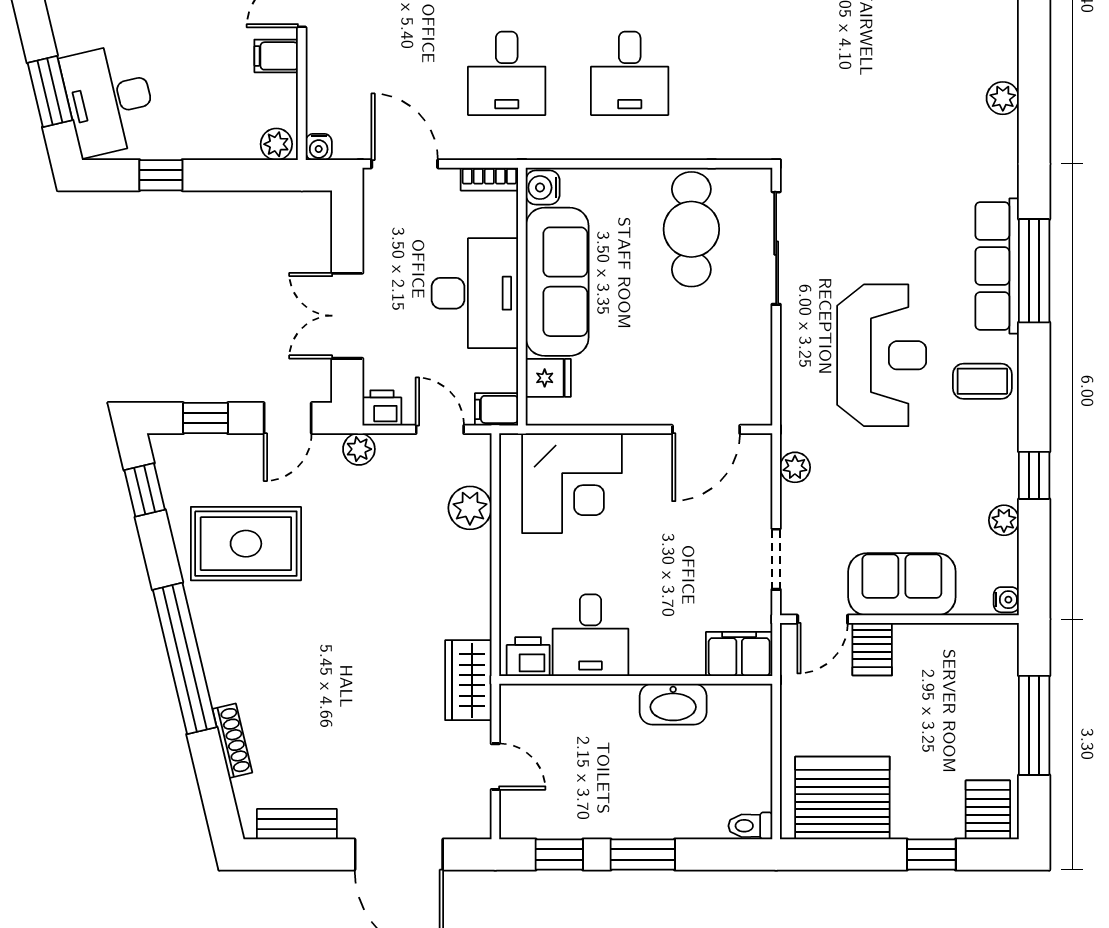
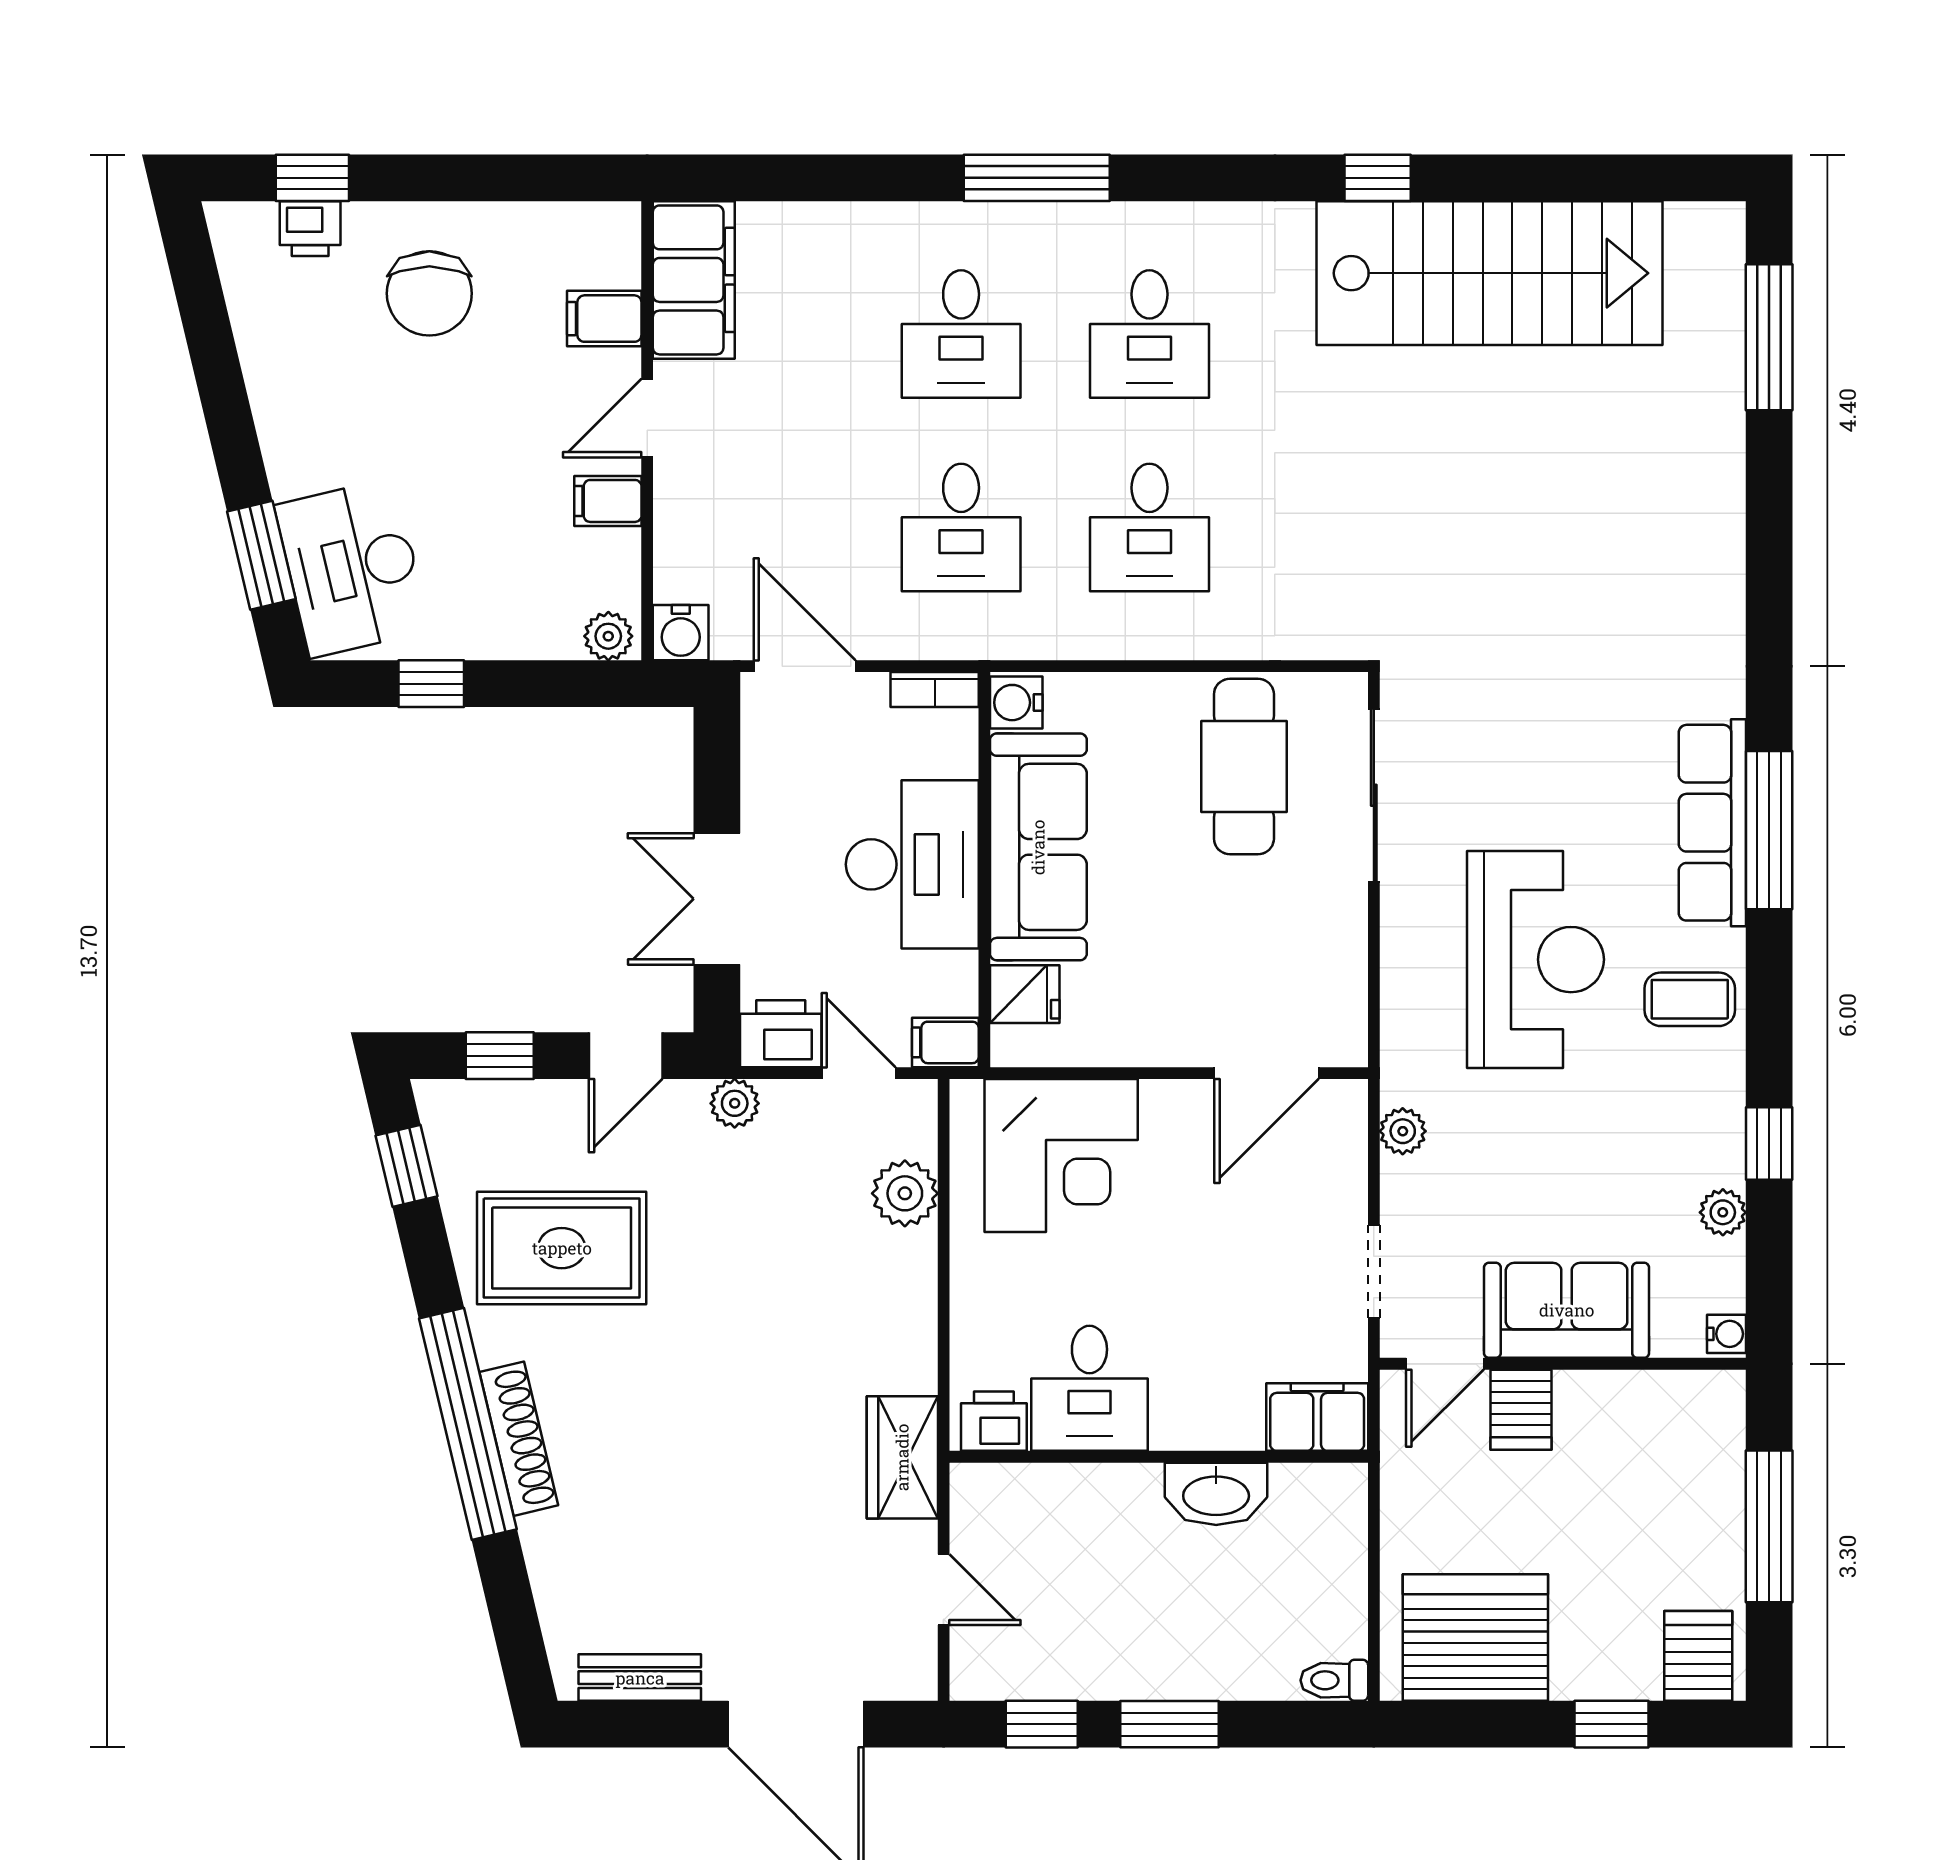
plant: (1003, 98) -> (1721, 566), removed
water cooler: (319, 147) -> (681, 633), width x1.38, depth x1.38
printer: (382, 408) -> (781, 1034), width x1.36, depth x1.24
shoe rack: (232, 741) -> (519, 1439), moved, width x1.36, depth x1.24

